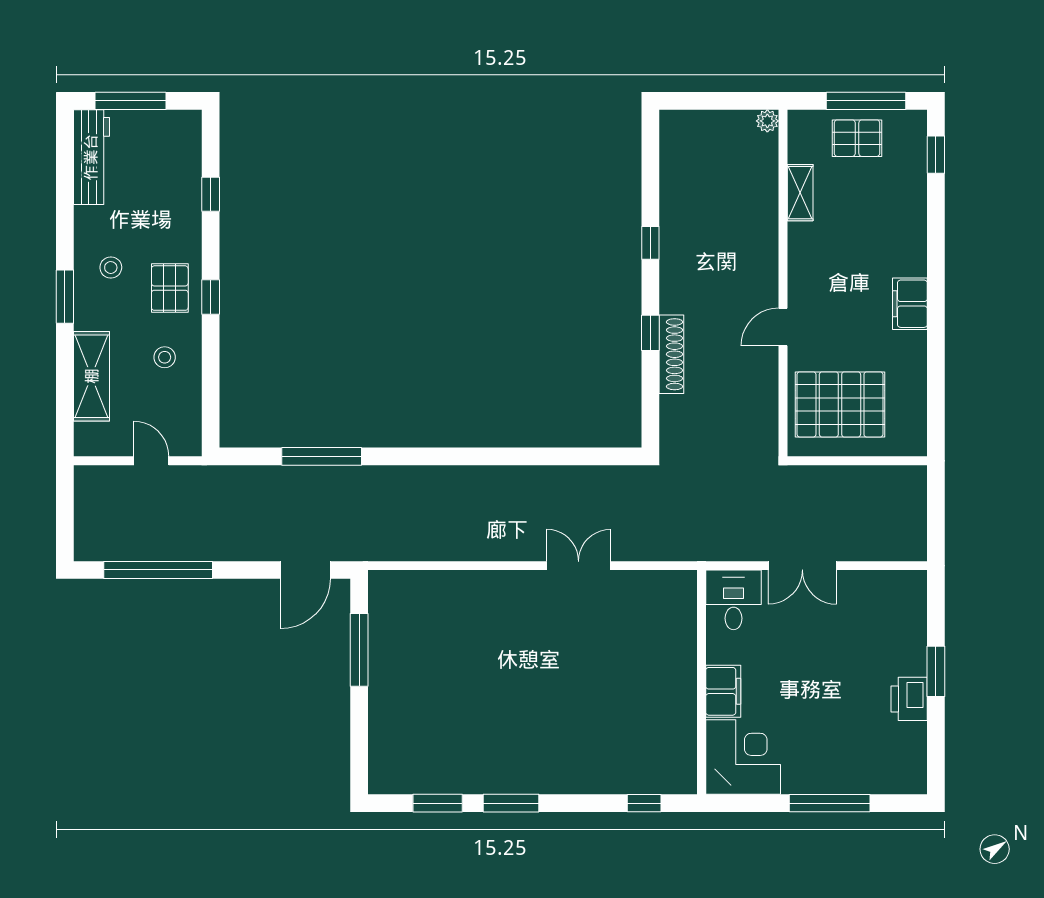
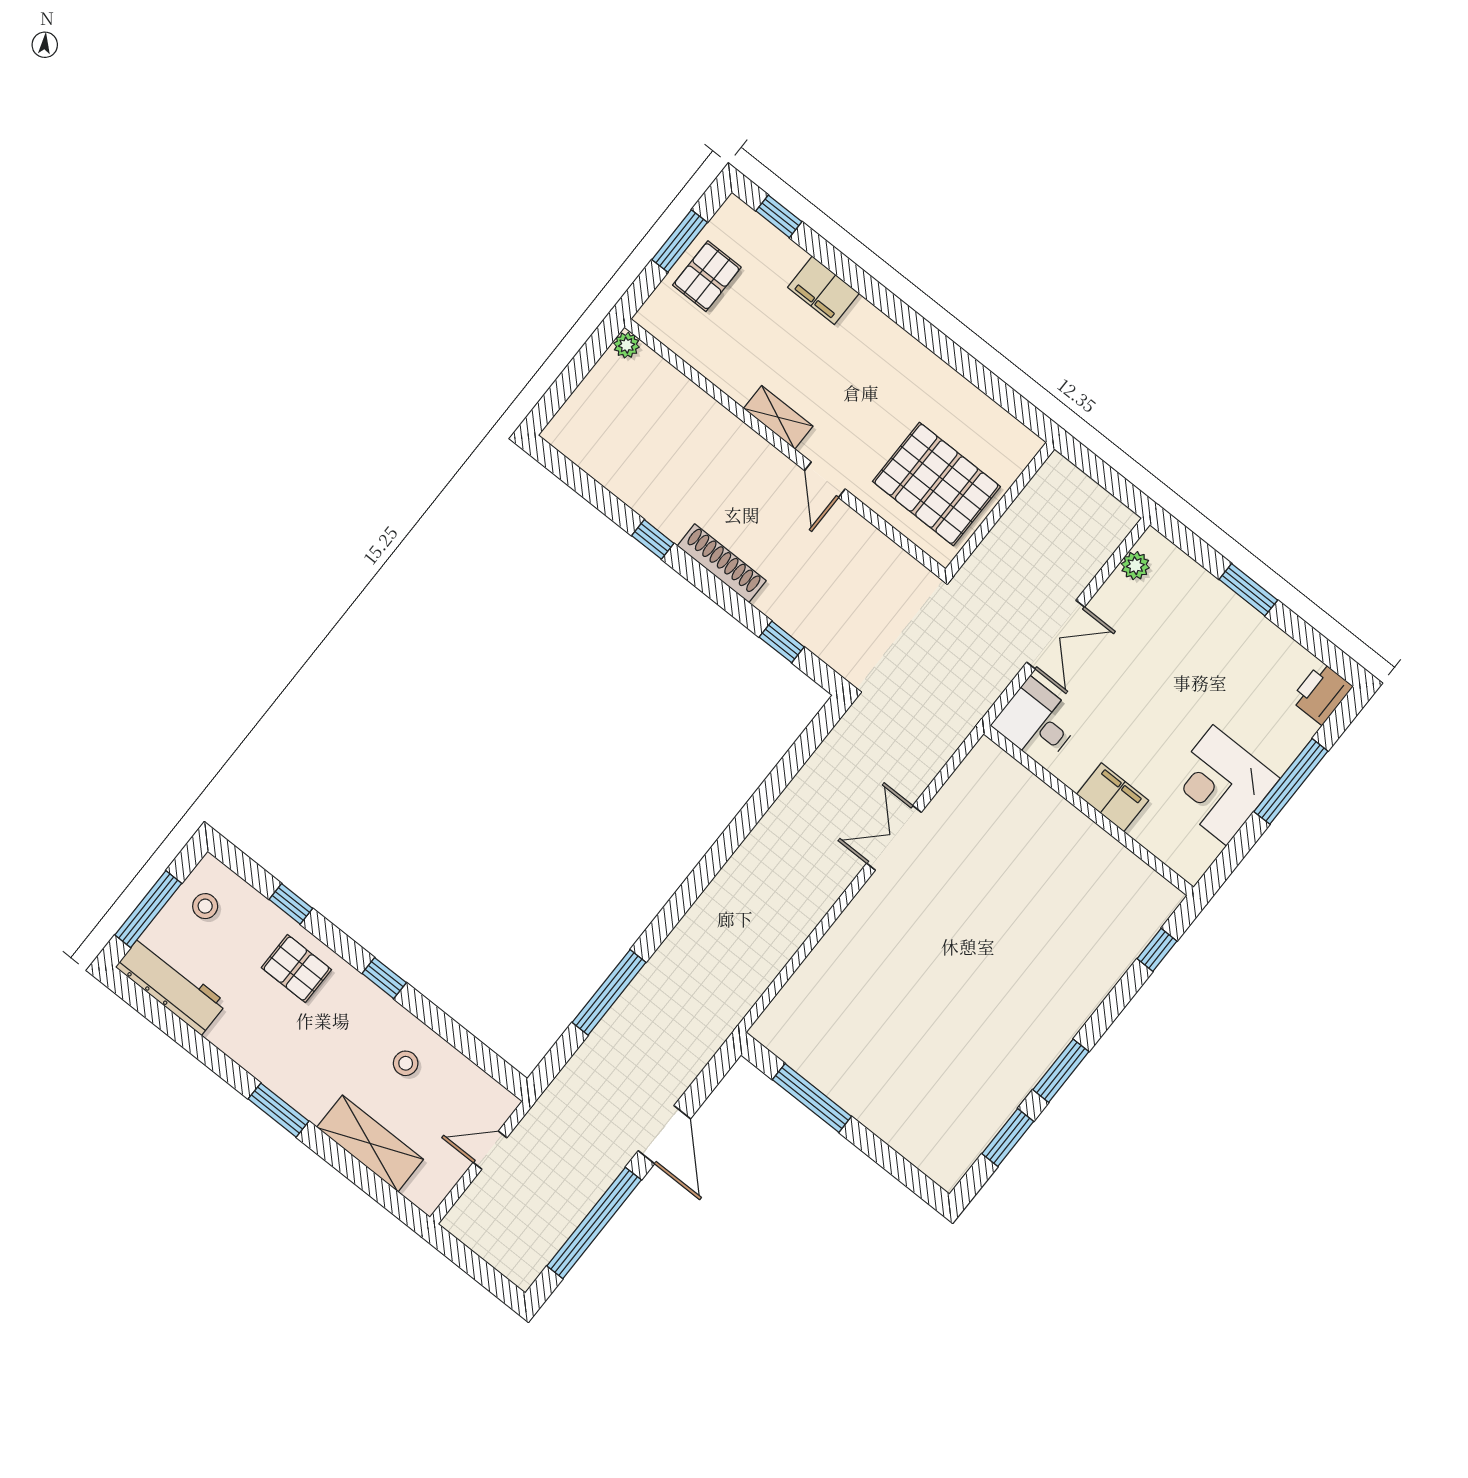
window: (866, 101) -> (680, 241), width x0.69
shelving: (800, 193) -> (778, 417), moved
stool: (111, 268) -> (205, 906), moved
pallet: (170, 288) -> (296, 969), moved
filing cabinet: (910, 304) -> (823, 290), moved
window: (650, 333) -> (782, 642), moved
shoe rack: (671, 354) -> (722, 563), moved
pallet: (840, 404) -> (936, 484), turned 90
door: (305, 570) -> (664, 1135), moved
plant: (892, 582) -> (1135, 566), added
printer: (909, 699) -> (1322, 693), moved, turned 90
corner desk: (743, 757) -> (1220, 785), moved, turned -90

